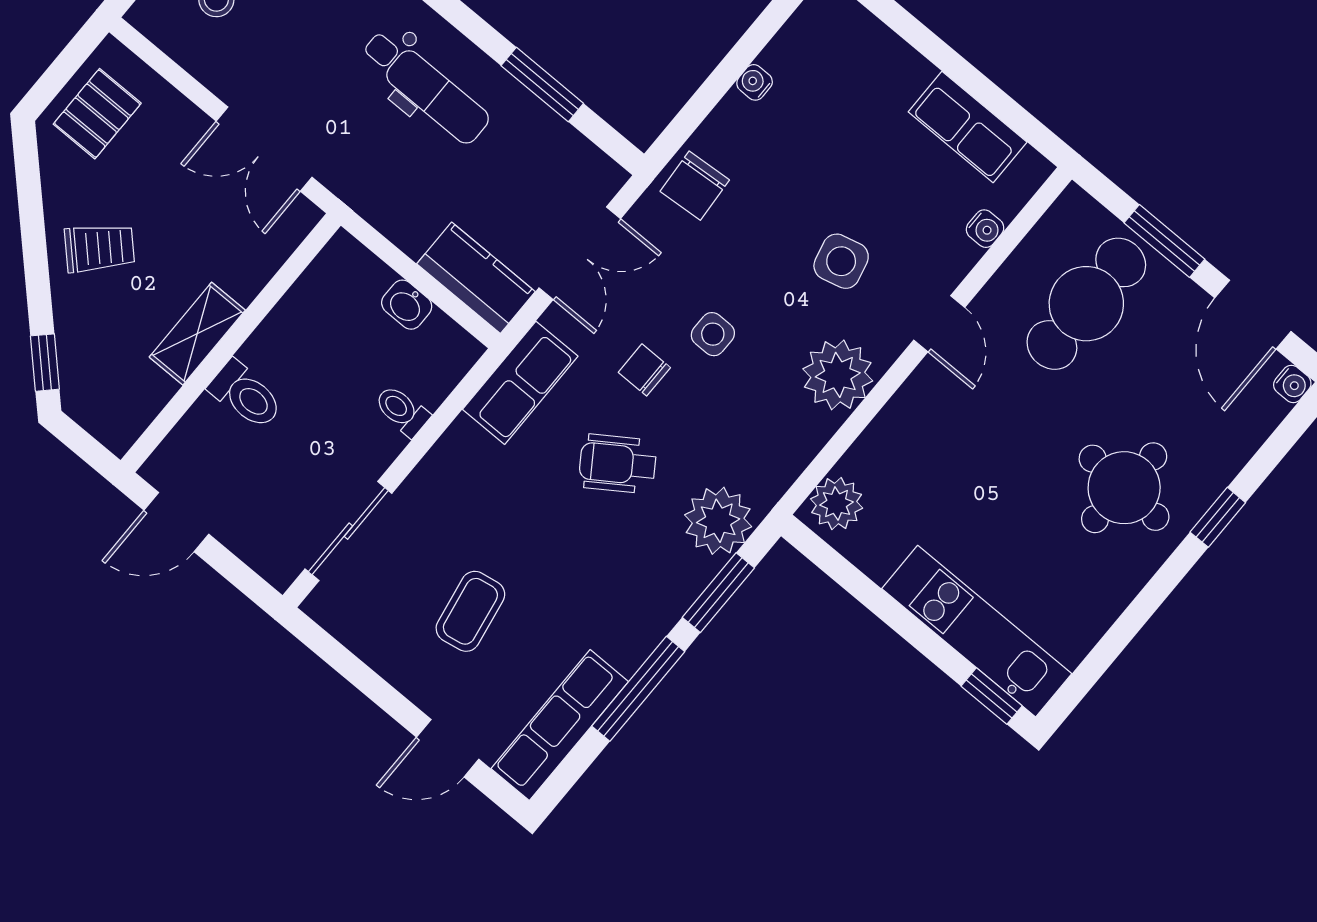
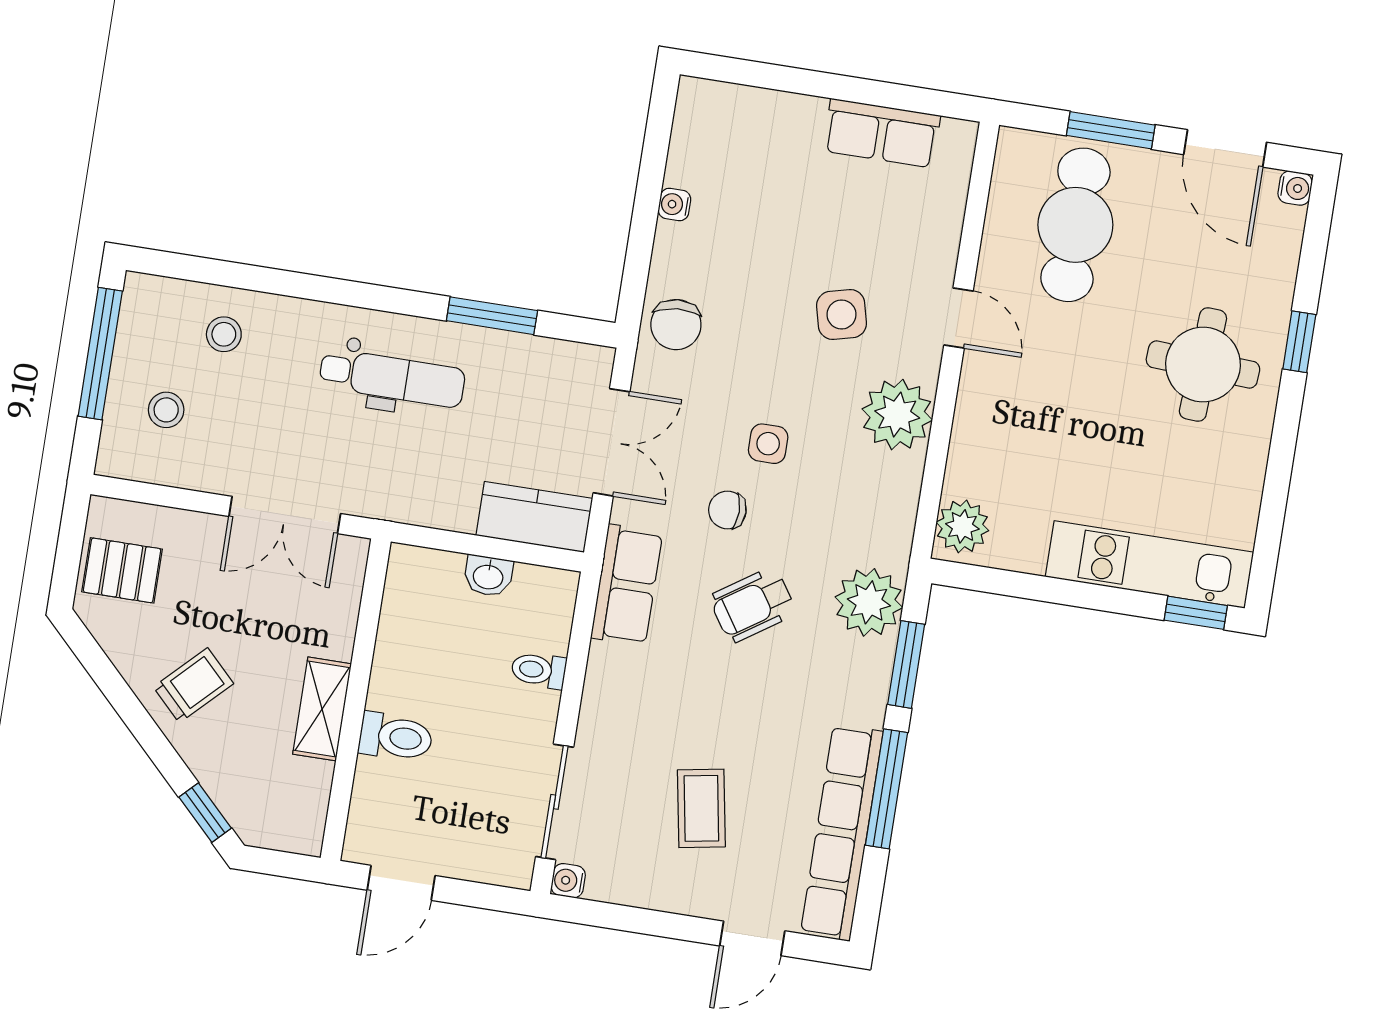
pallet: (97, 114) -> (122, 570), turned 90
water cooler: (985, 229) -> (568, 881), moved, turned 180
row of seats: (560, 725) -> (842, 833), width x1.36

